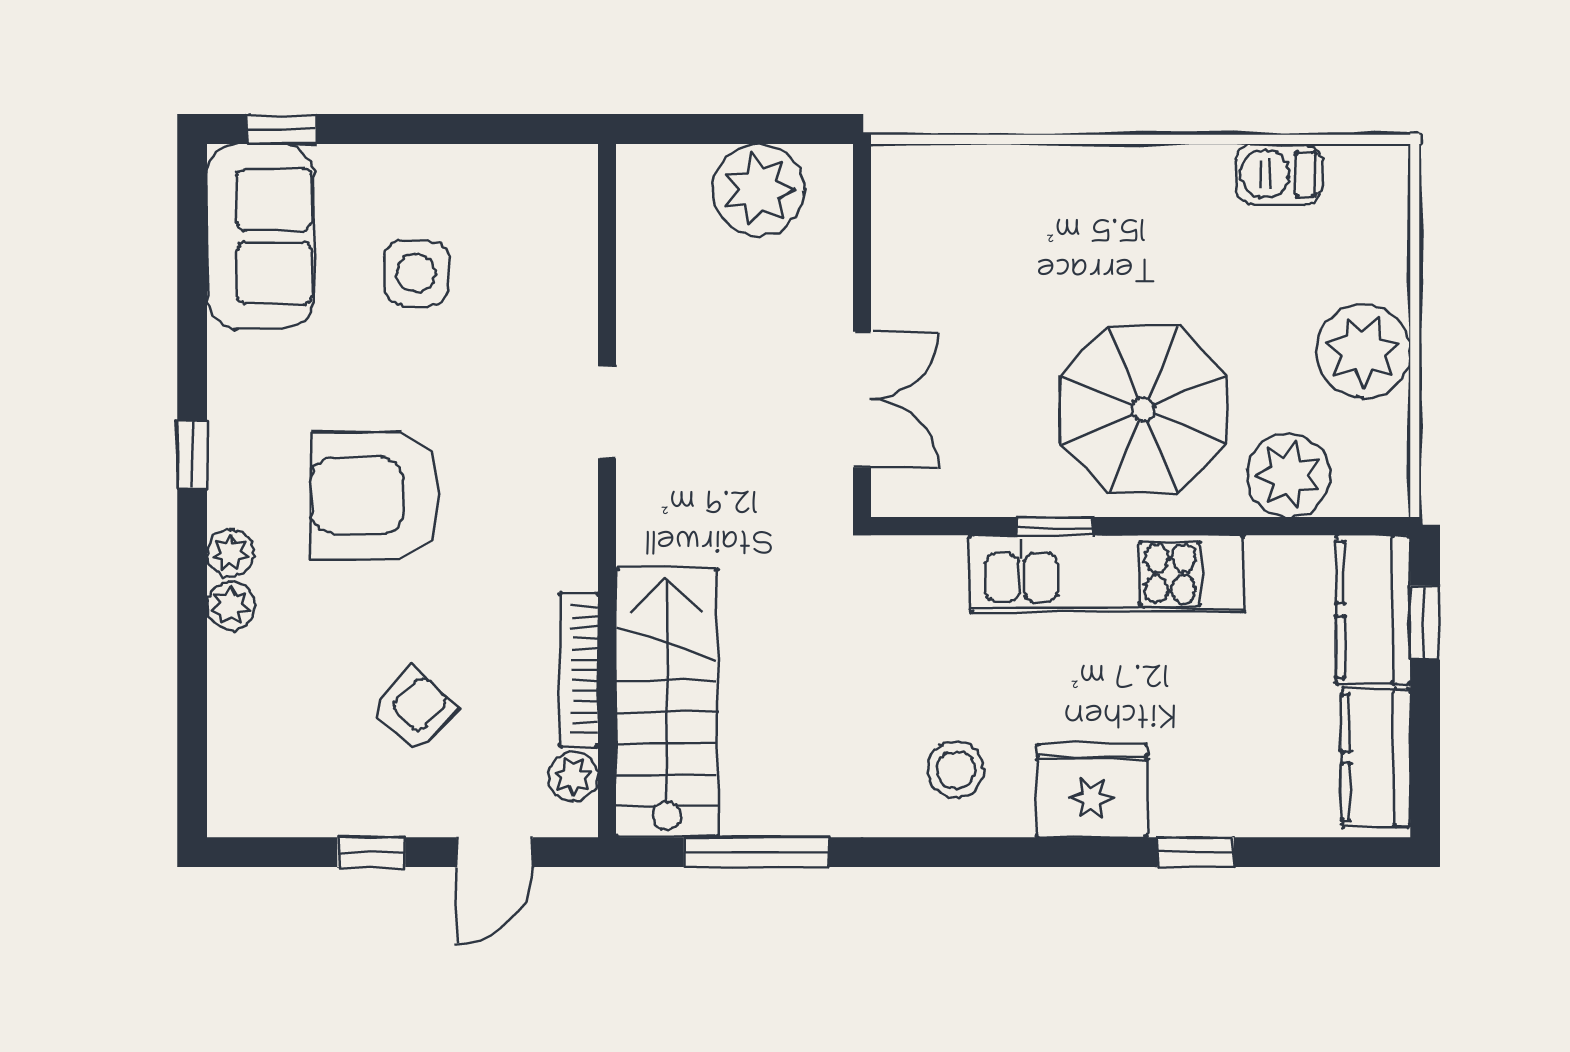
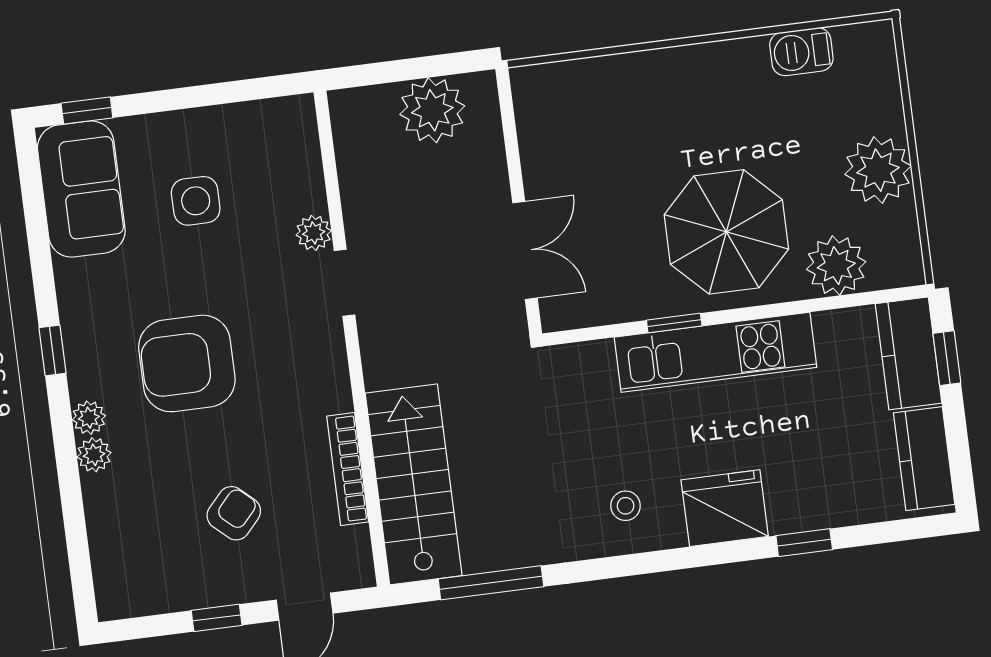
stool: (956, 770) -> (626, 506), width x0.73, depth x0.73
plant: (573, 776) -> (314, 233), moved

